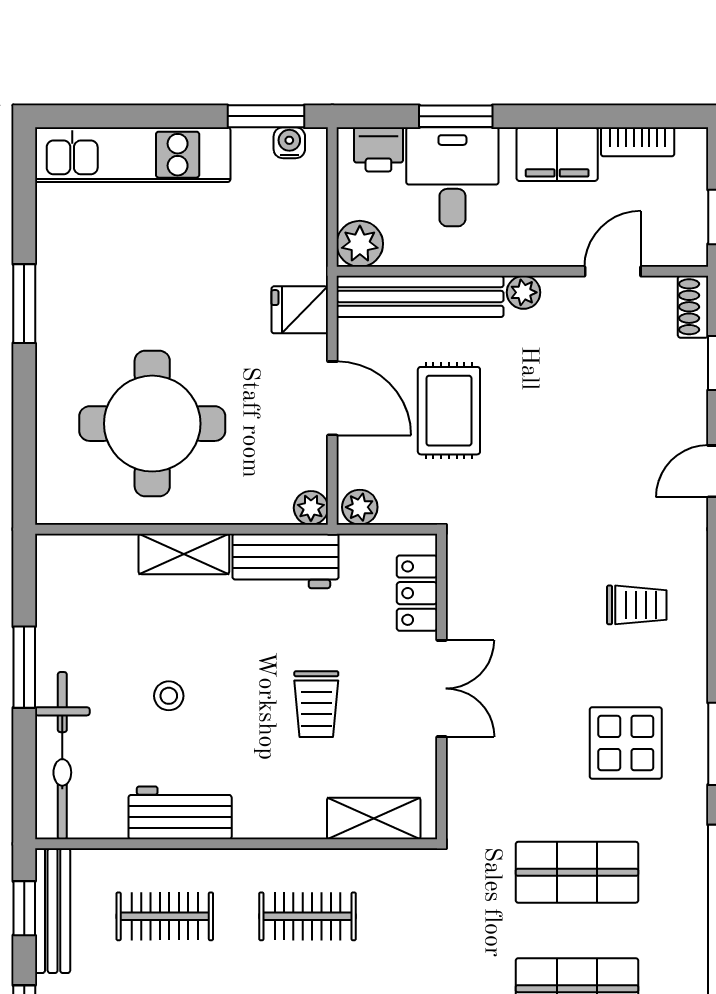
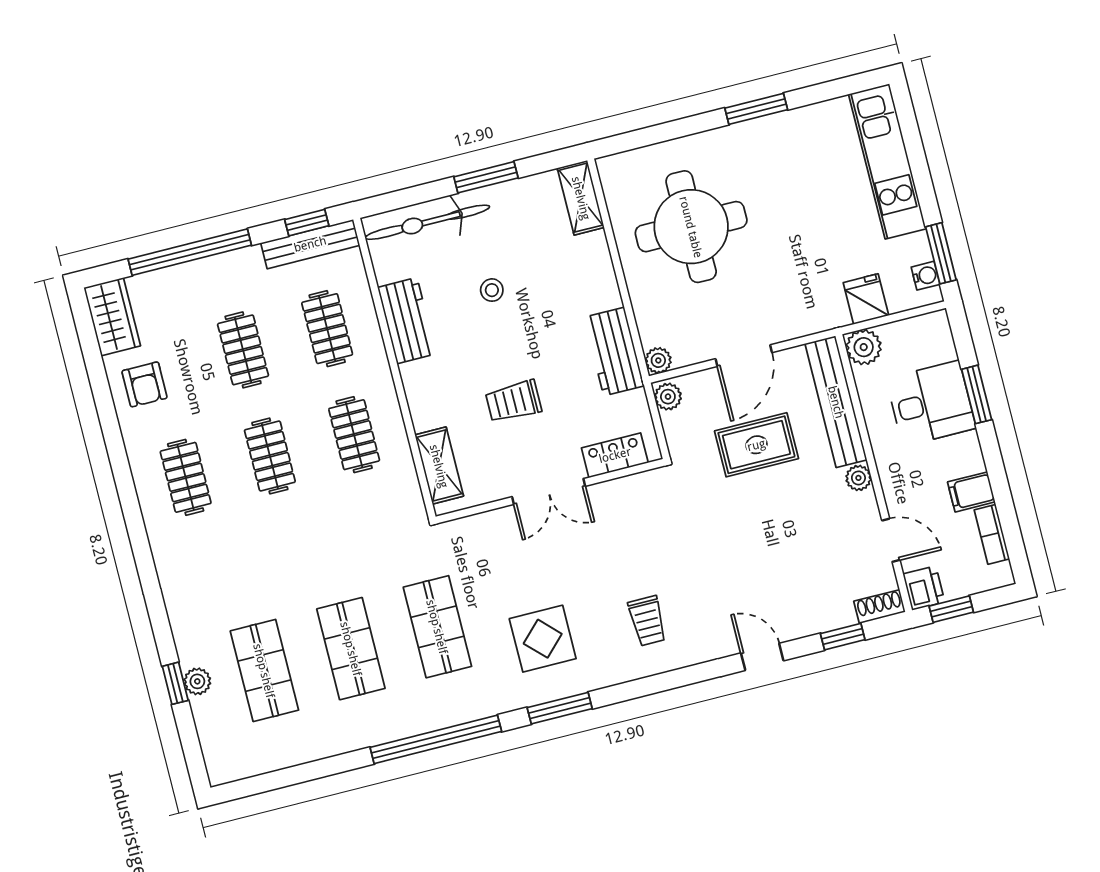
printer: (378, 149) -> (924, 588), moved, turned 180
filing cabinet: (557, 154) -> (971, 492), width x0.50
fridge: (300, 310) -> (866, 299), moved
shelving: (184, 554) -> (581, 198), moved

